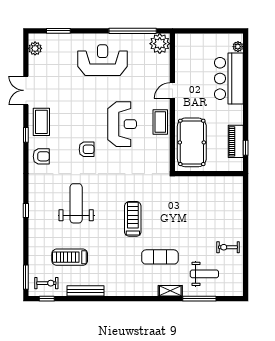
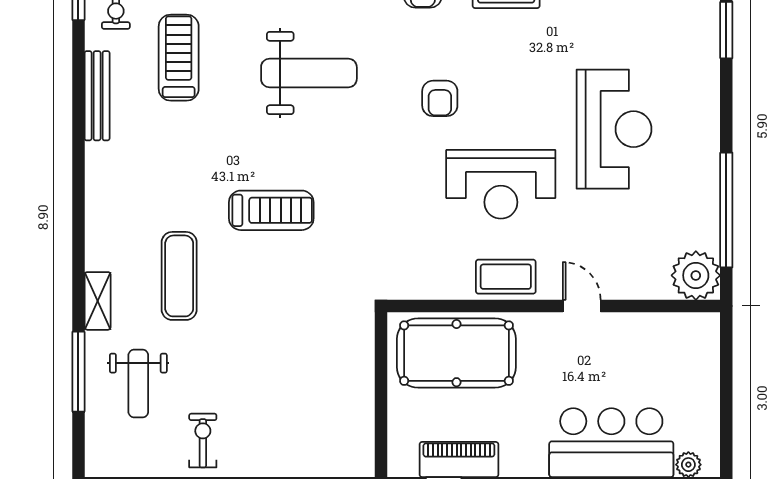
reception desk: (103, 60) -> (614, 129), moved

